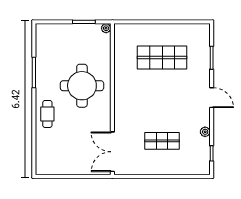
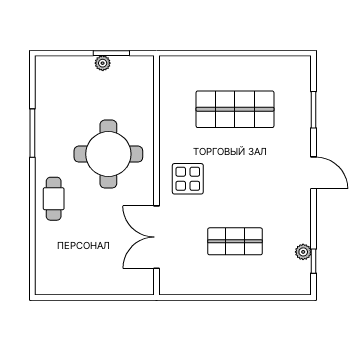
plant: (106, 28) -> (103, 63), moved
display table: (132, 101) -> (188, 179), added
plant: (205, 132) -> (303, 252), moved
double door: (112, 152) -> (156, 237), moved

